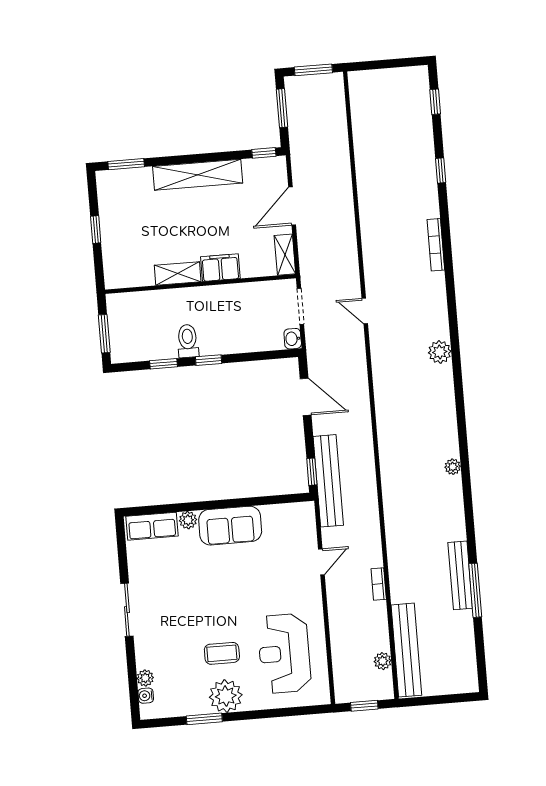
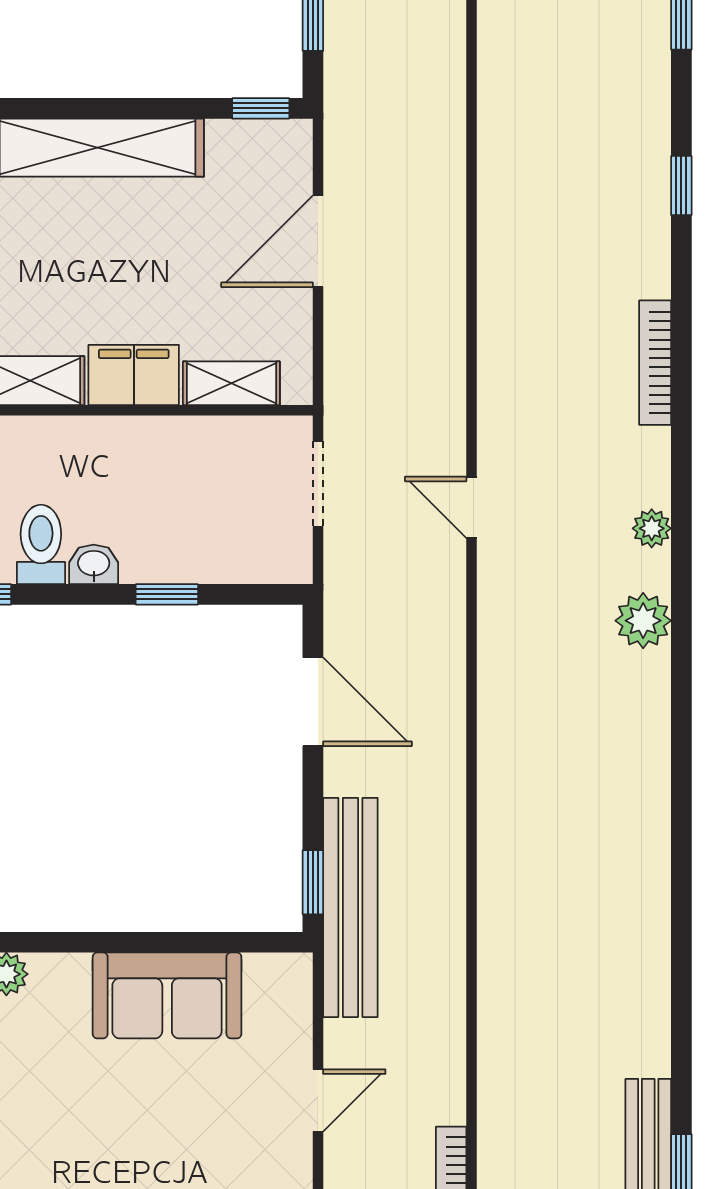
shelving: (285, 255) -> (231, 383), moved, turned 90
washbasin: (293, 339) -> (94, 564), moved, turned 90
window: (209, 360) -> (167, 594), moved
plant: (453, 467) -> (652, 528), moved
sofa: (230, 526) -> (167, 995), moved

